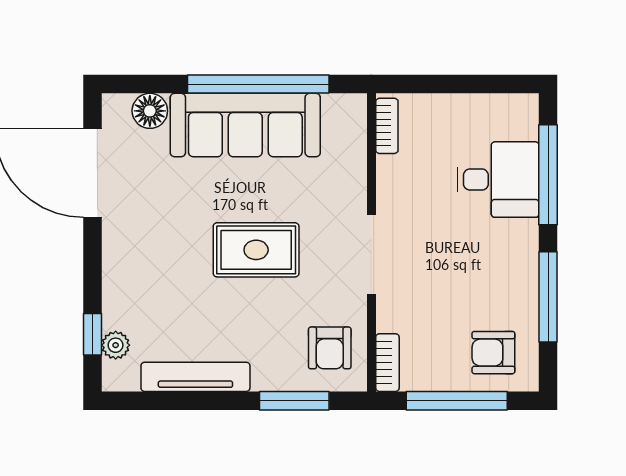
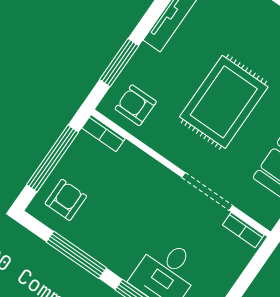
rug: (256, 250) -> (224, 102), width x1.36, depth x1.43
doorway: (371, 255) -> (207, 191), moved

